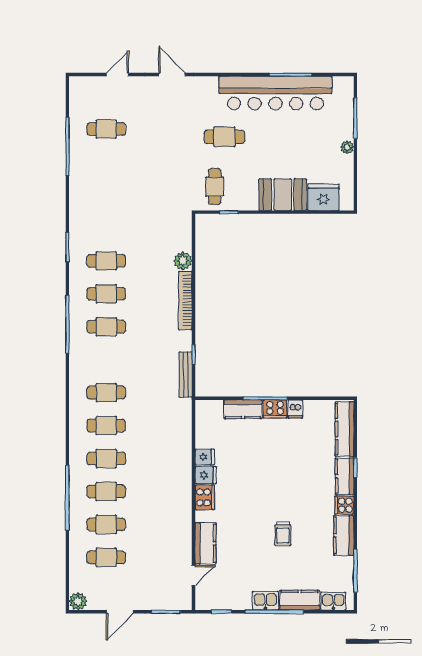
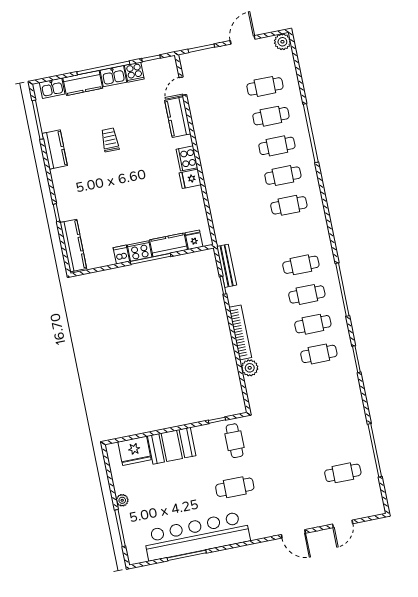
cafe table: (106, 393) -> (301, 265), moved
fridge: (205, 457) -> (194, 240), moved, turned 90
kitchen counter: (345, 476) -> (65, 203), removed
cooker: (344, 505) -> (134, 72), moved, turned 90

